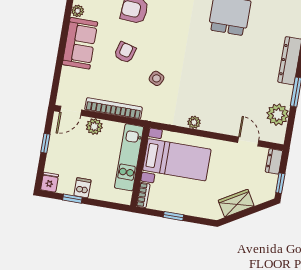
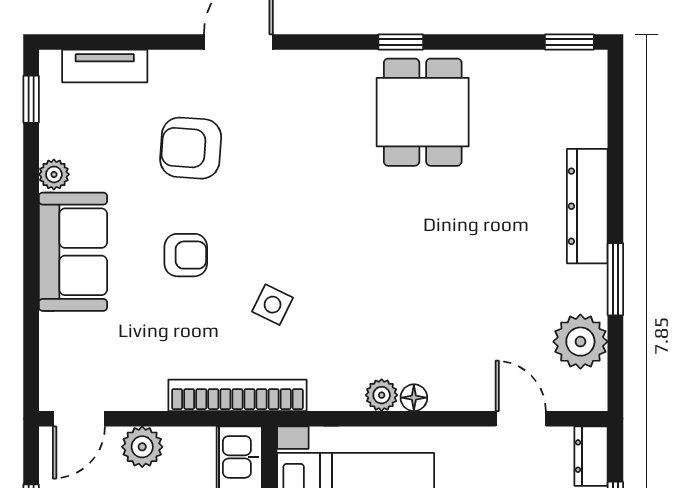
armchair: (125, 52) -> (186, 255), turned 75
bookcase: (114, 109) -> (237, 395), moved
floor lamp: (207, 126) -> (414, 398), added

